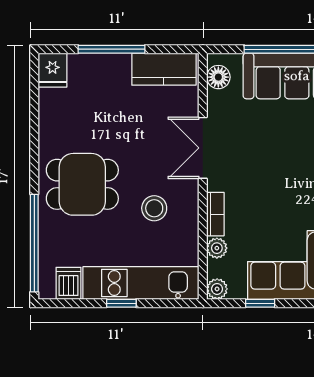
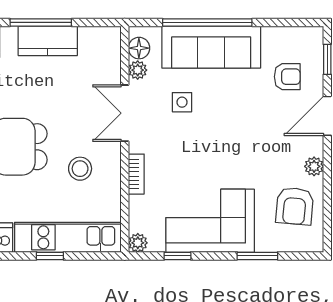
kitchen counter: (164, 69) -> (48, 41), moved
side table: (265, 136) -> (182, 102), added
plant: (217, 248) -> (138, 70), moved

